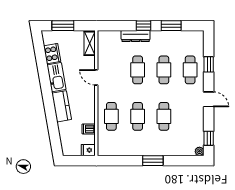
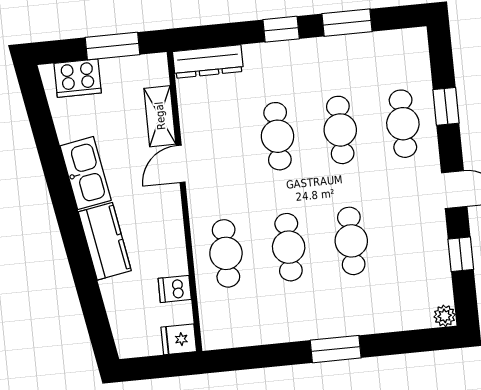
window: (63, 26) -> (112, 46), moved
dresser: (136, 36) -> (208, 61), moved
shelving: (90, 43) -> (160, 116), moved
cooker: (52, 54) -> (78, 78), moved, turned 100
door: (96, 77) -> (181, 164), hinge flipped
window: (209, 138) -> (461, 254), moved

